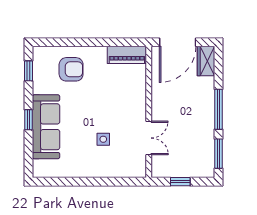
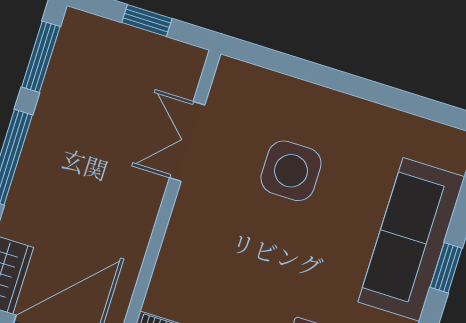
side table: (103, 139) -> (291, 171), width x1.87, depth x1.87

